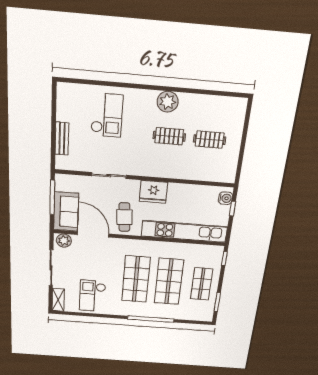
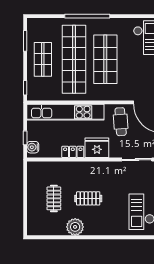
plant: (168, 102) -> (75, 227), moved
clothes rail: (210, 140) -> (54, 198), turned 90
locker: (181, 190) -> (73, 152), added
shop shelf: (169, 282) -> (74, 59), width x1.40

